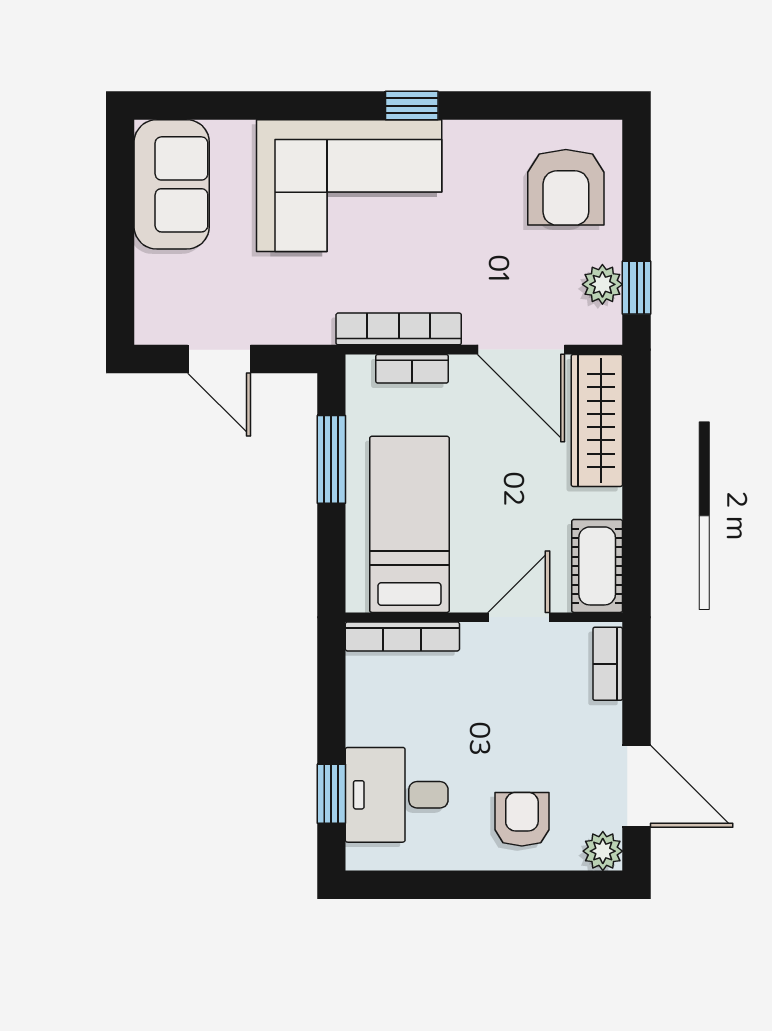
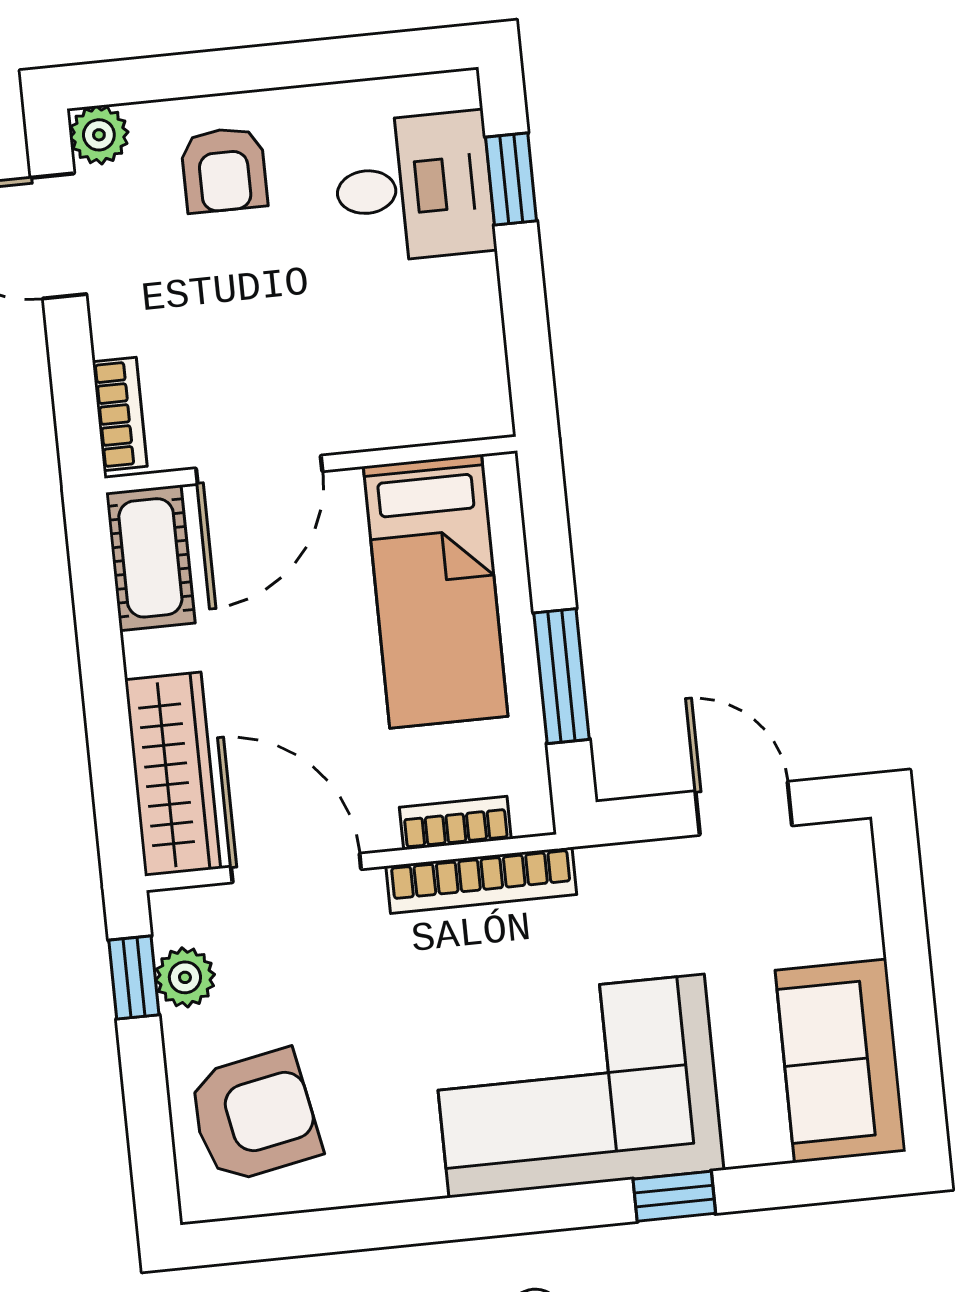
window: (412, 106) -> (674, 1196), moved
armchair: (566, 187) -> (254, 1116), turned 79
door: (519, 617) -> (259, 470), width x1.38
bookcase: (402, 636) -> (429, 424), removed

